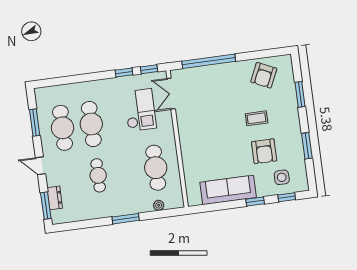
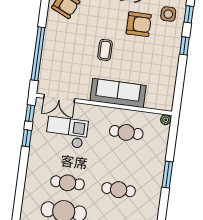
coffee table: (257, 118) -> (105, 50), moved
cafe table: (91, 124) -> (68, 183), width x0.73, depth x0.74
cafe table: (156, 168) -> (126, 132), width x0.73, depth x0.74
sofa: (228, 190) -> (118, 93), moved, turned 90
plant: (159, 205) -> (166, 120), moved

